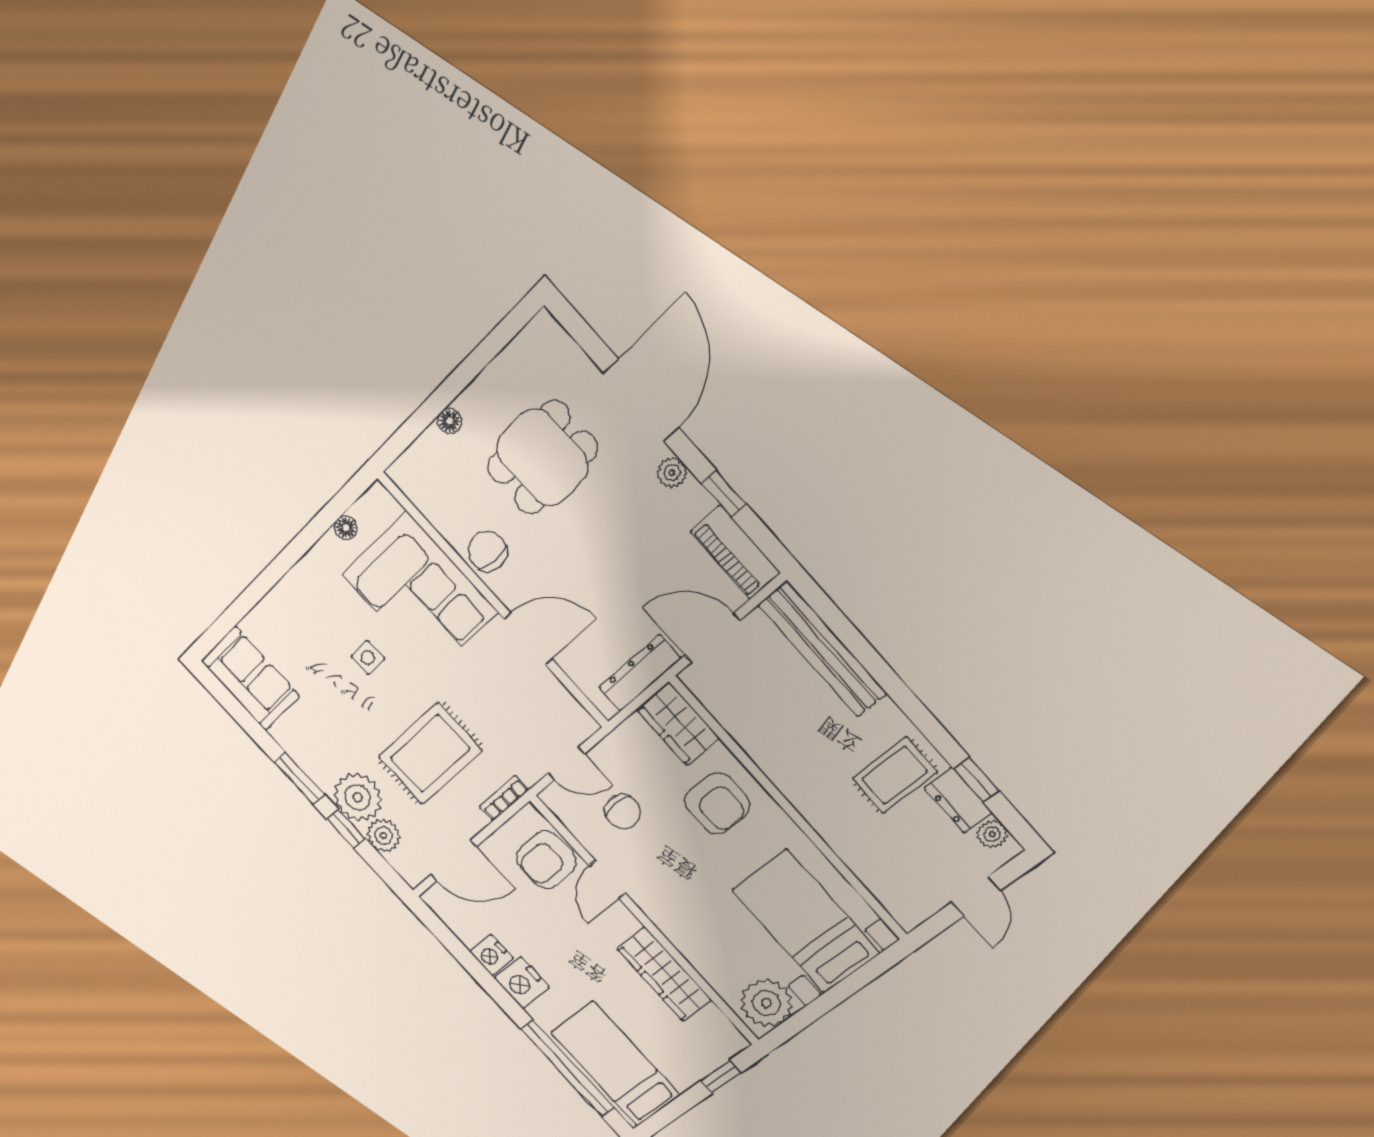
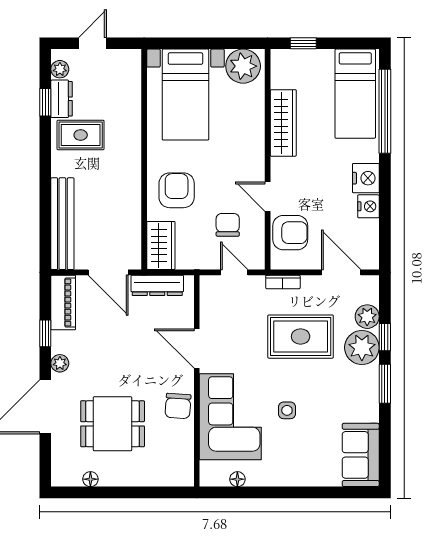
floor lamp: (450, 421) -> (90, 479), moved
door: (607, 880) -> (268, 197), swing flipped

